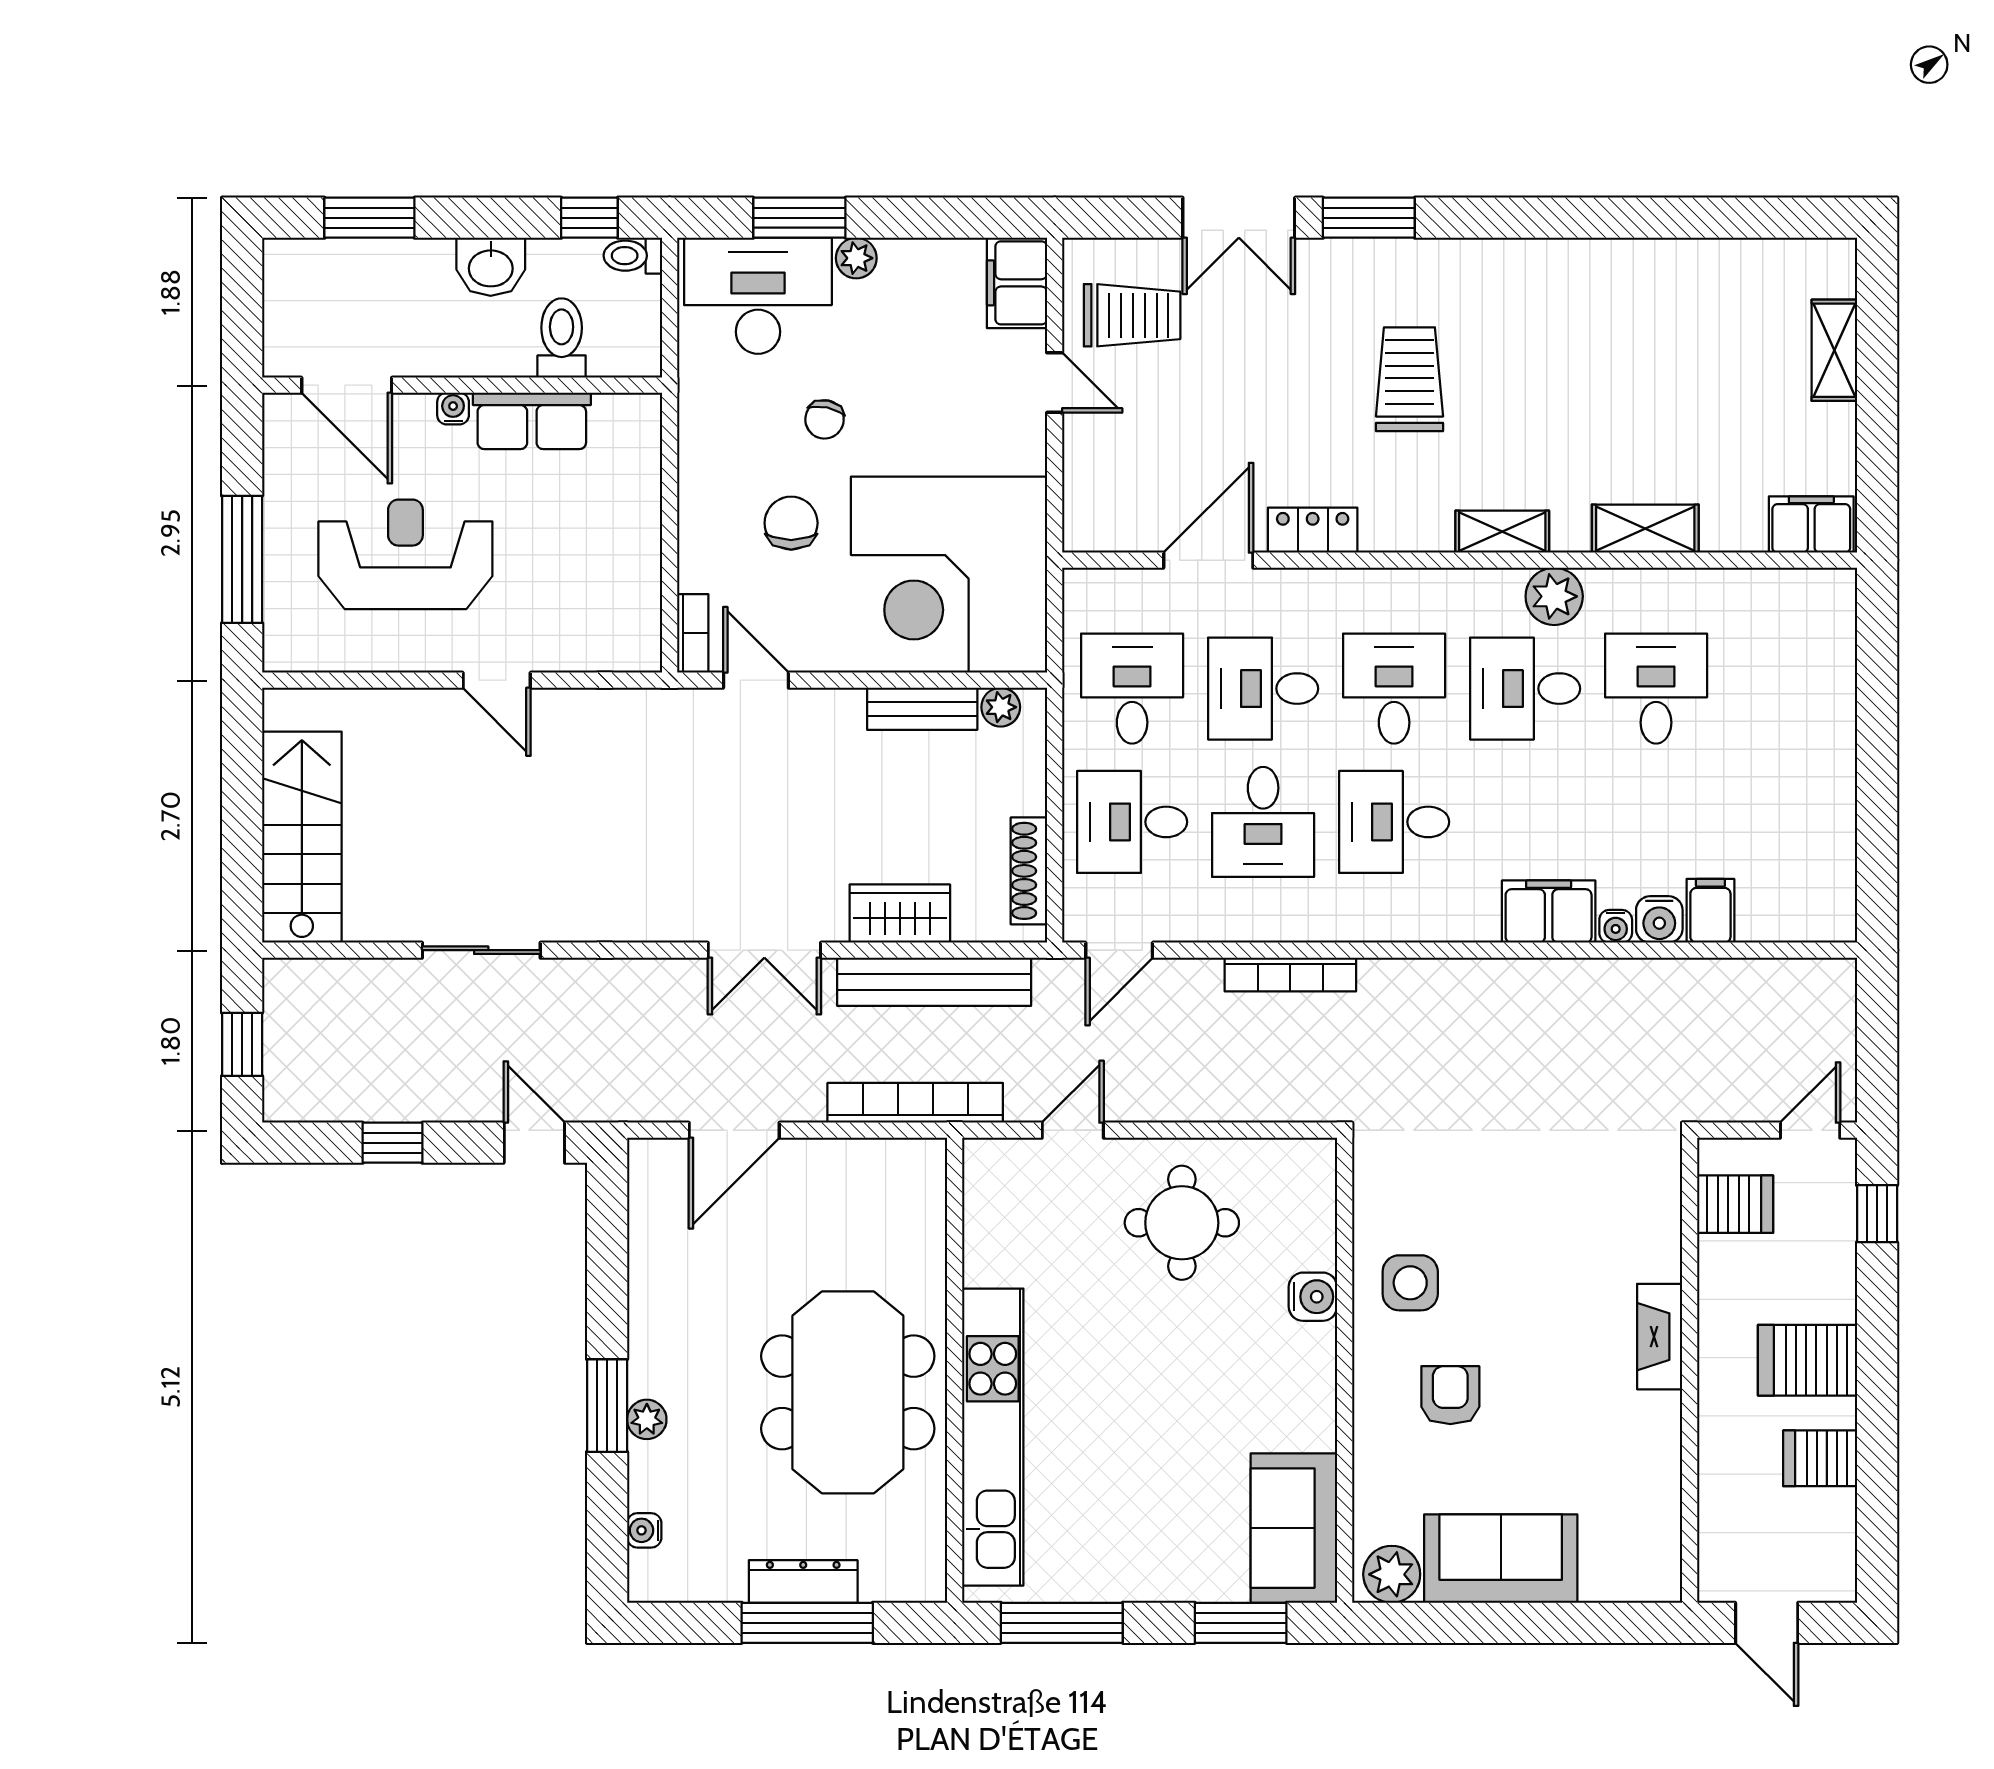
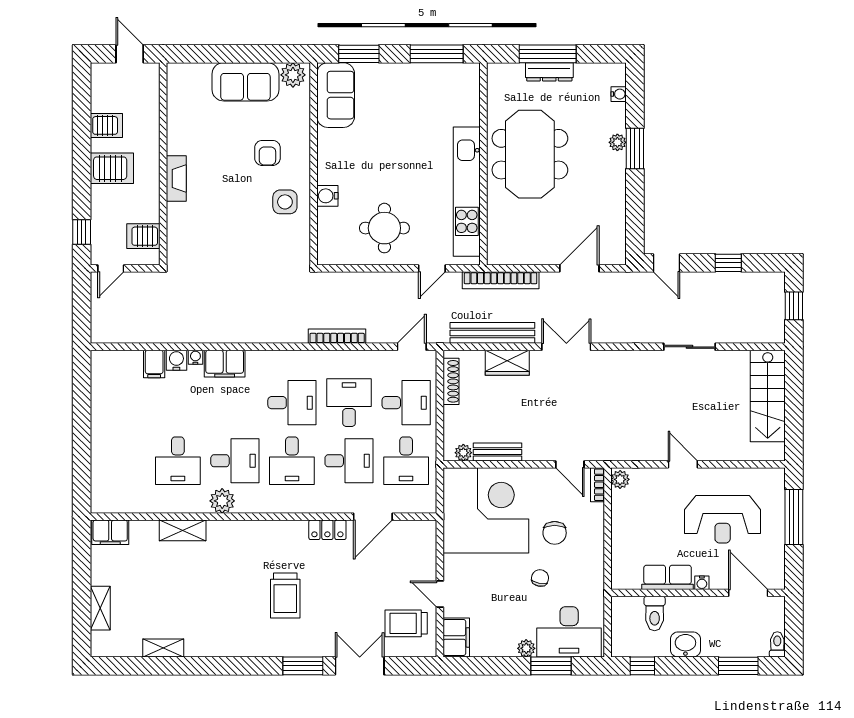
toilet: (633, 256) -> (777, 644), moved, turned -90
shelving: (1502, 532) -> (163, 648), moved
plant: (641, 646) -> (620, 479), added
kitchen unit: (993, 1437) -> (467, 192), moved

